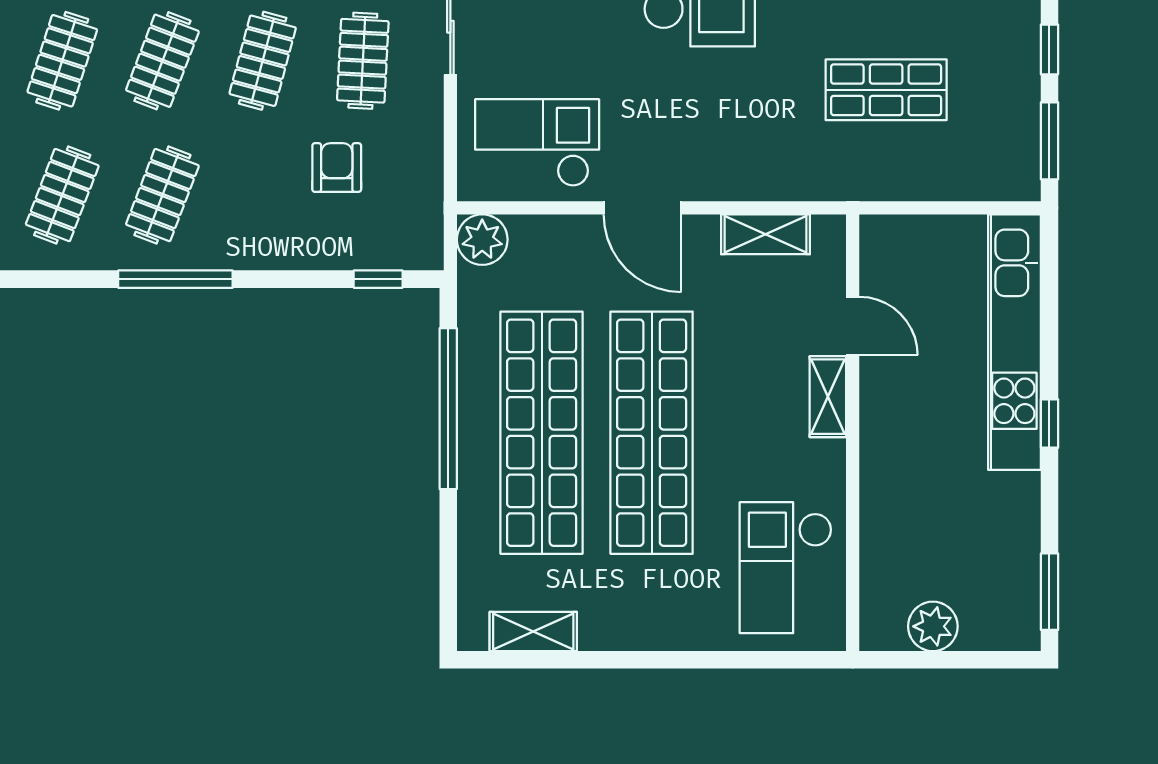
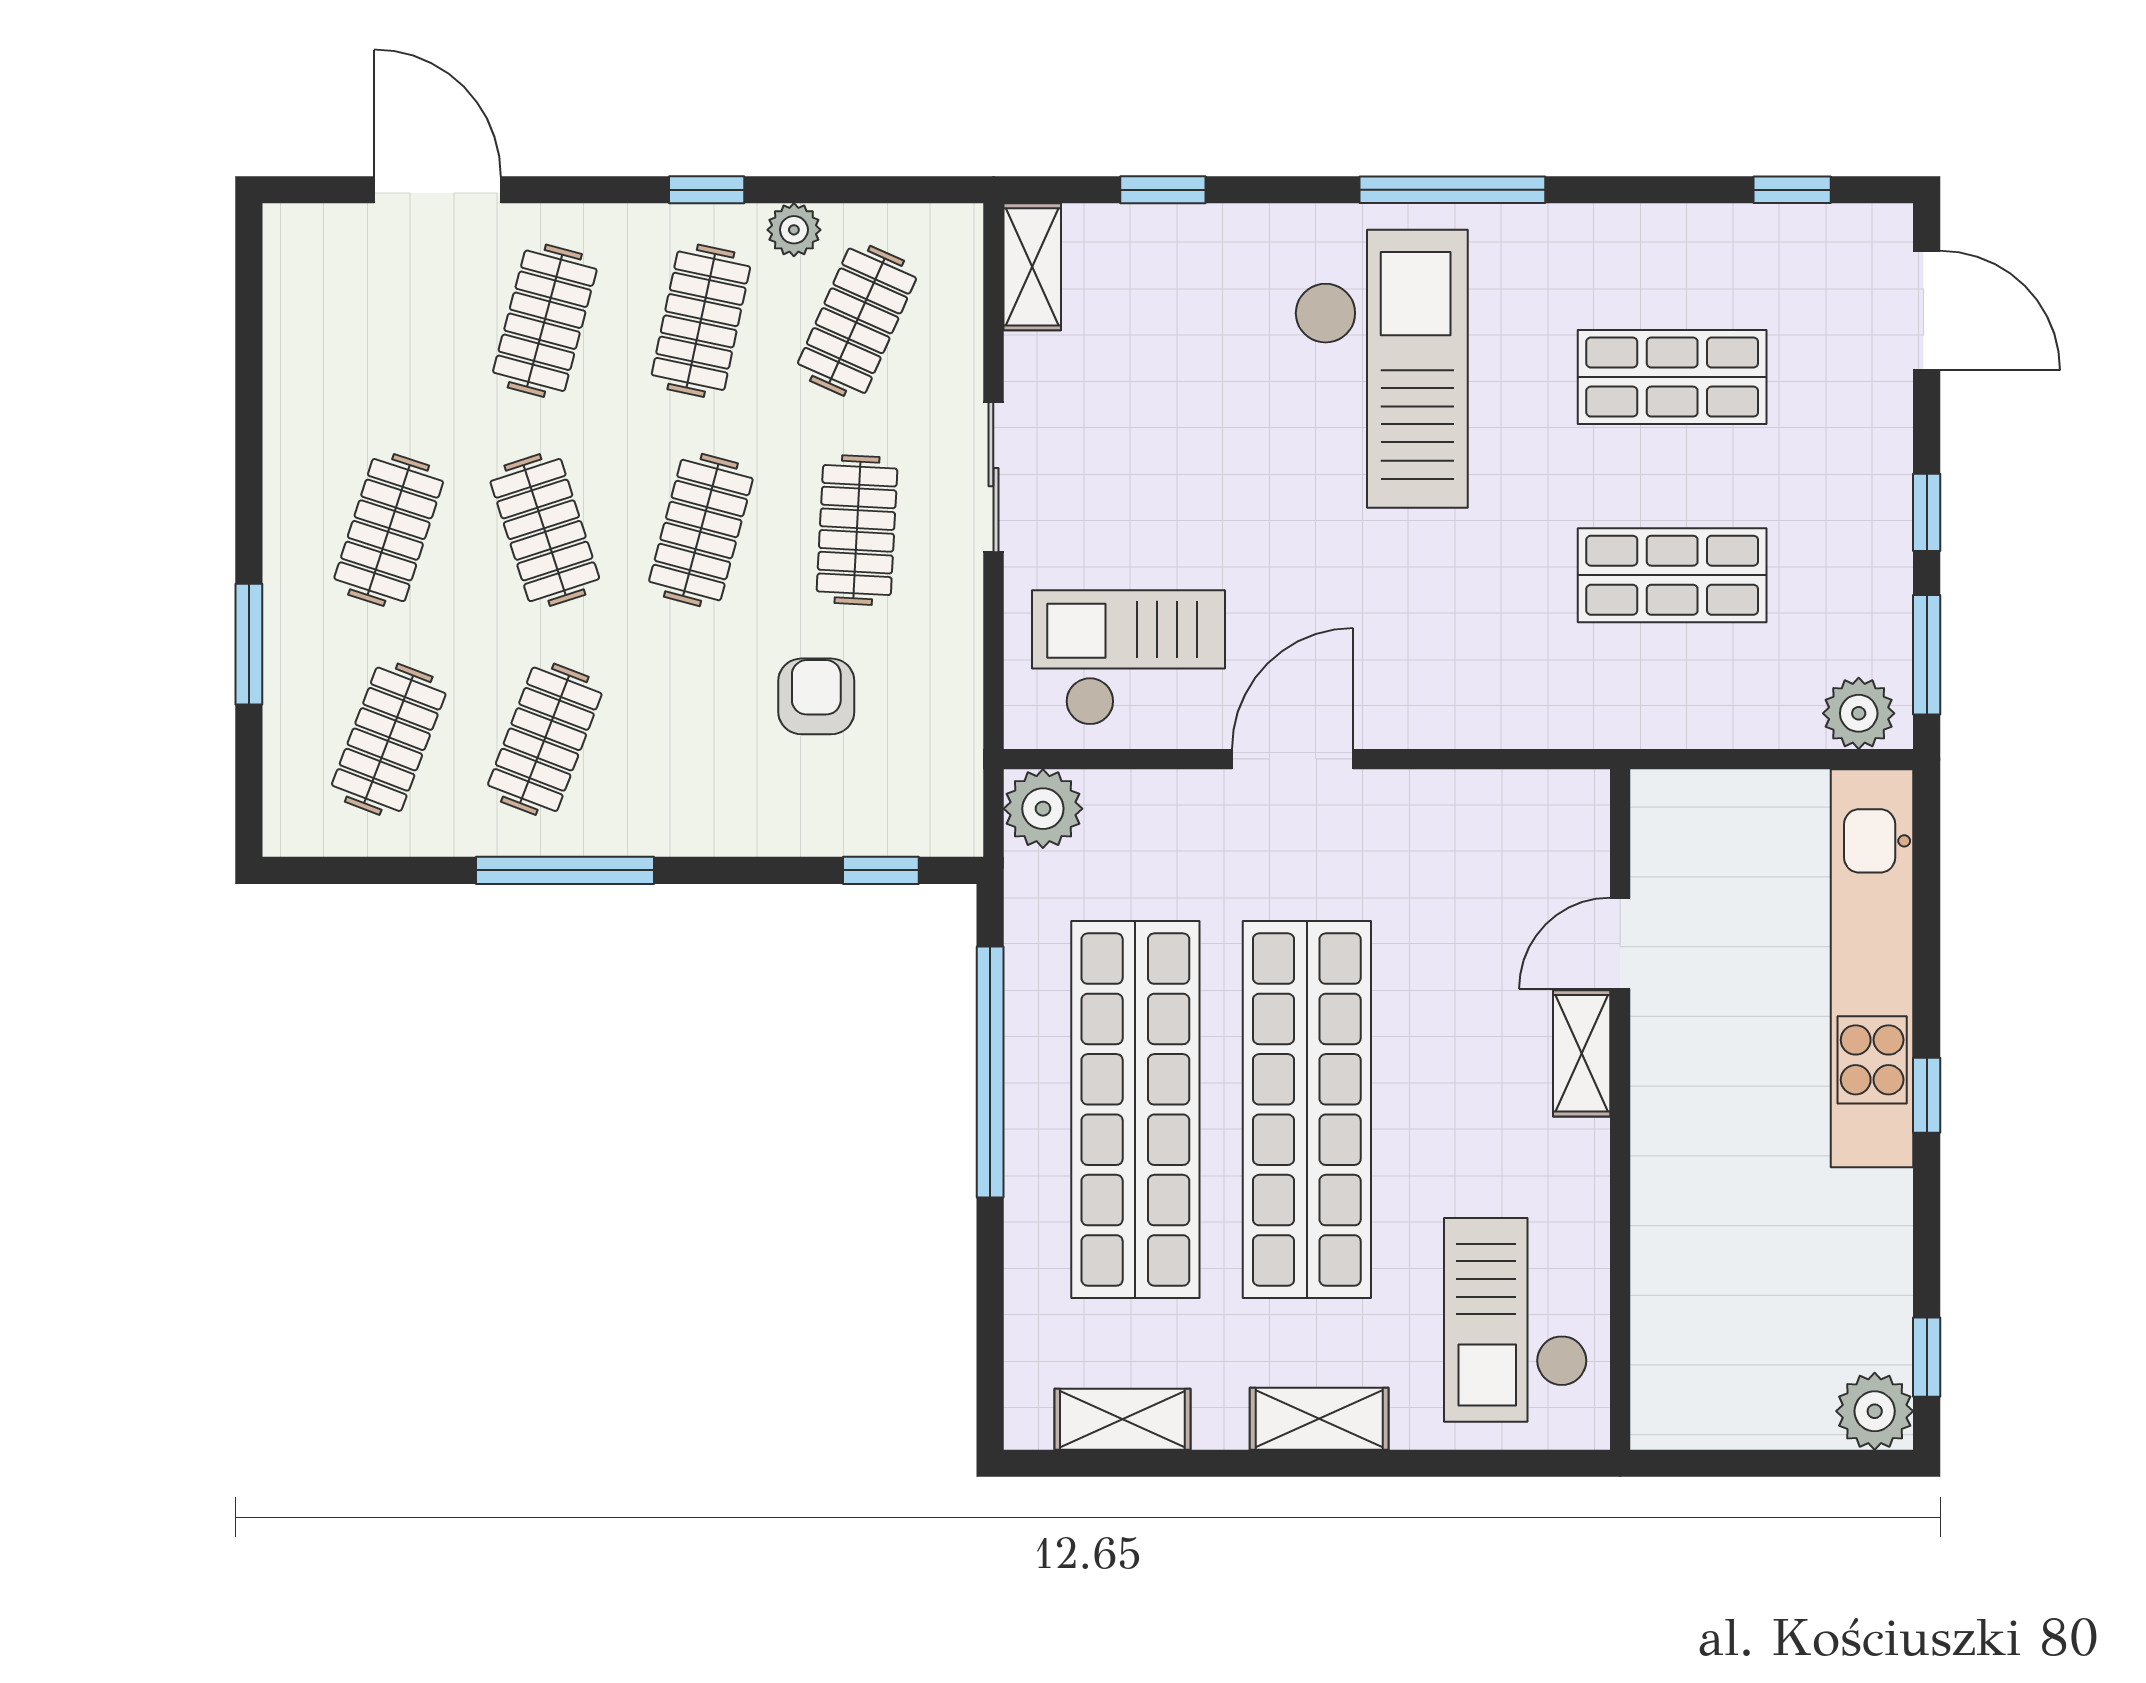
clothes rail: (162, 61) -> (545, 530), turned -39
plant: (1006, 178) -> (1859, 713), added
door: (642, 208) -> (1293, 759), swing flipped
shelving: (766, 234) -> (1319, 1419), moved
door: (853, 326) -> (1620, 943), swing flipped
window: (1049, 592) -> (1927, 1357), width x0.67
plant: (933, 626) -> (1875, 1411), moved

